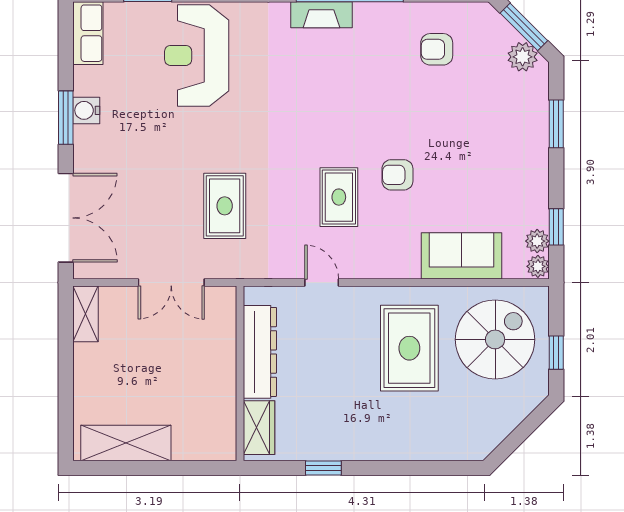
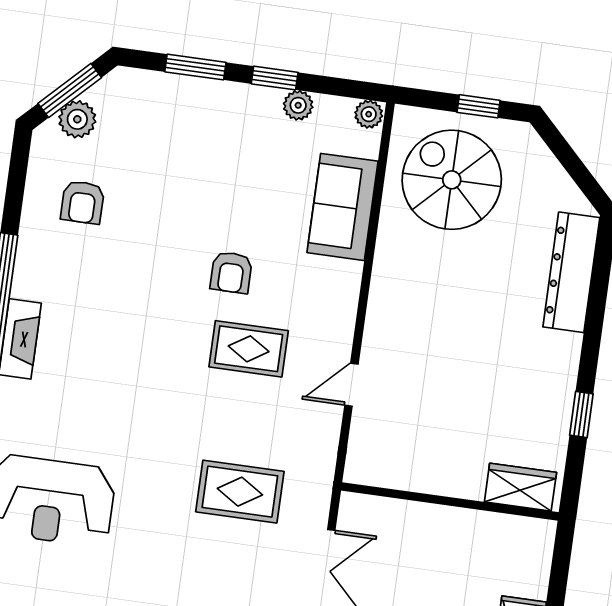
plant: (523, 57) -> (77, 119), moved
window: (556, 227) -> (275, 78), moved
plant: (537, 241) -> (298, 105), moved
rug: (409, 348) -> (448, 287), removed
dresser: (260, 352) -> (571, 272), moved, turned -90

